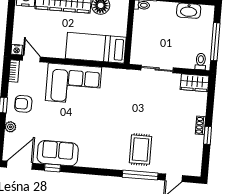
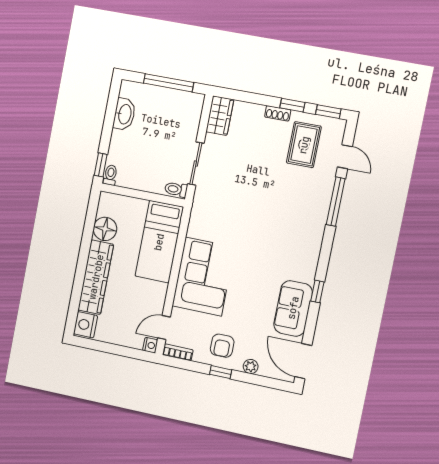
toilet: (201, 61) -> (176, 189), moved
rug: (141, 150) -> (304, 145), moved, turned 90
window: (205, 162) -> (328, 112), added
window: (52, 168) -> (317, 291), moved

